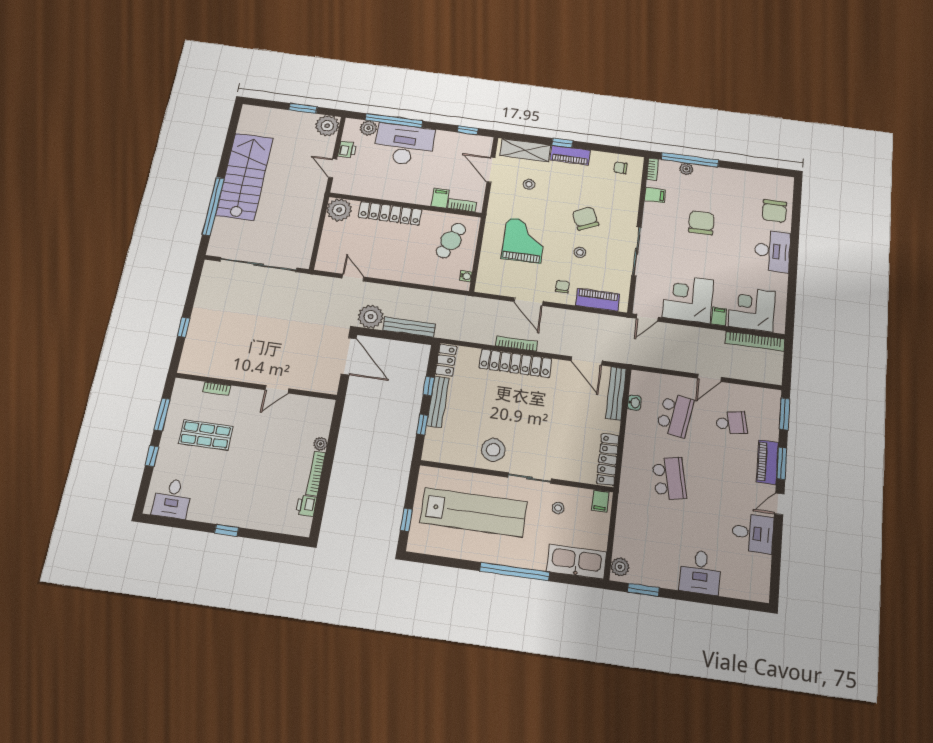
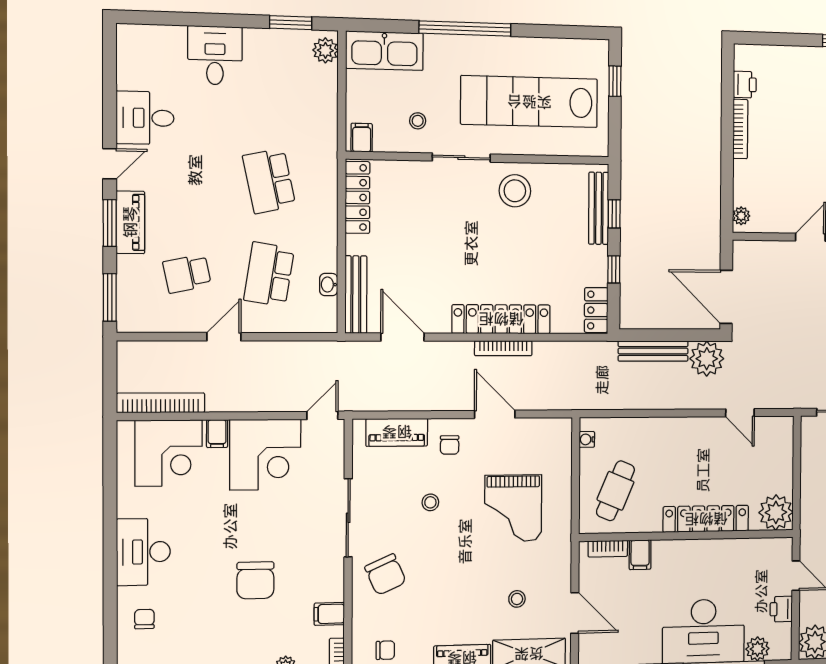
chair: (774, 211) -> (144, 619), width x0.54, depth x0.54
chair: (585, 218) -> (385, 575), moved
bench: (438, 402) -> (599, 208), moved
plant: (321, 444) -> (741, 216), moved

